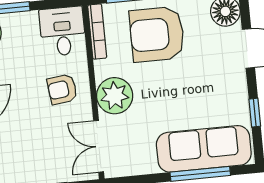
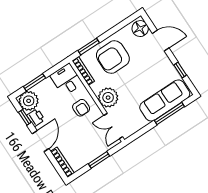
armchair: (62, 89) -> (81, 108), turned -83

